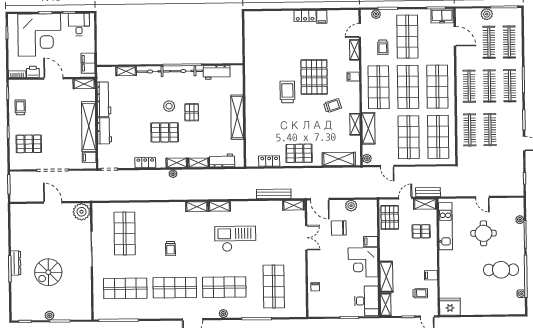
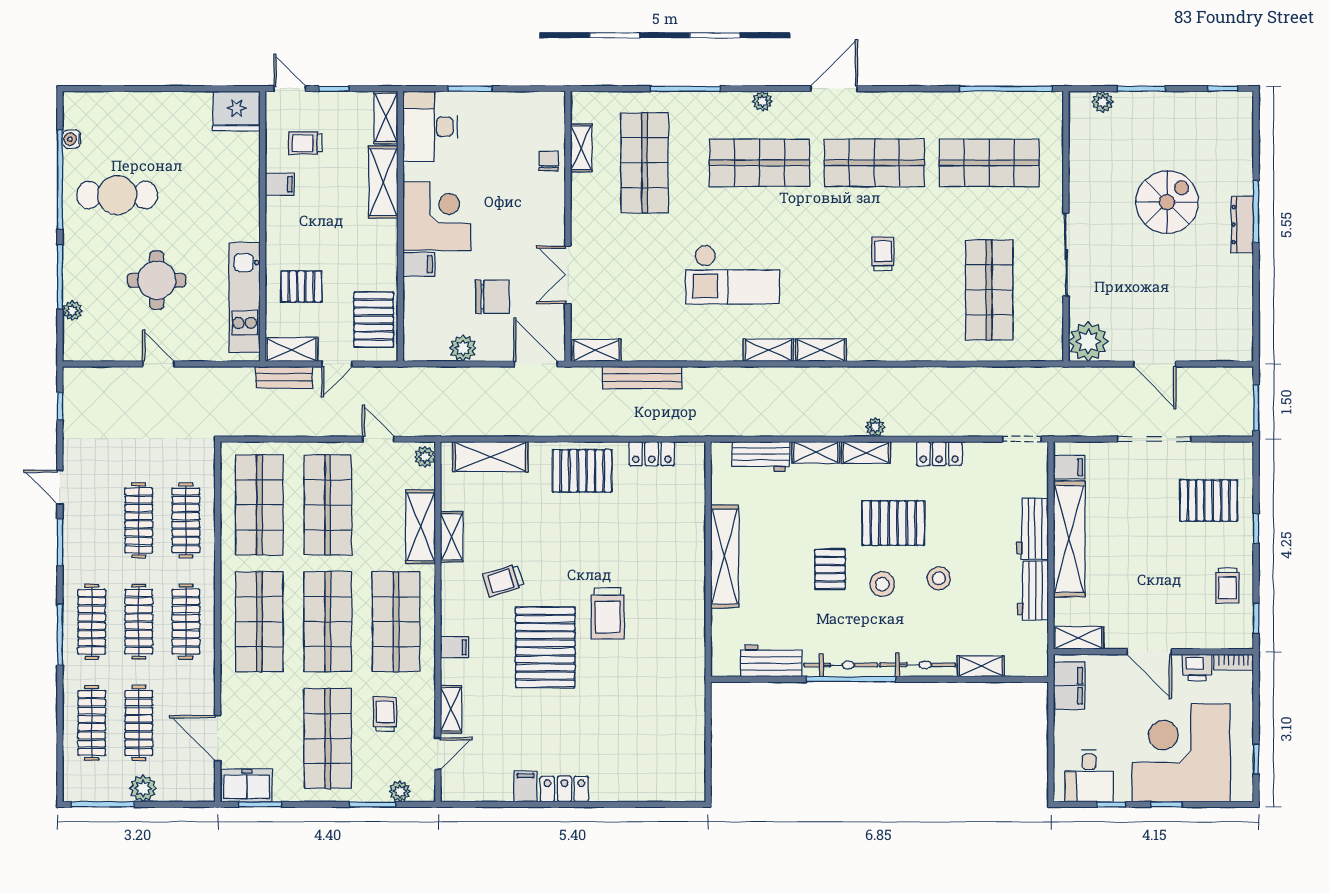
workbench: (104, 99) -> (1033, 591), width x0.73
stool: (145, 109) -> (939, 578), added
shelving: (301, 293) -> (581, 148), added
plant: (49, 315) -> (1103, 102), moved

